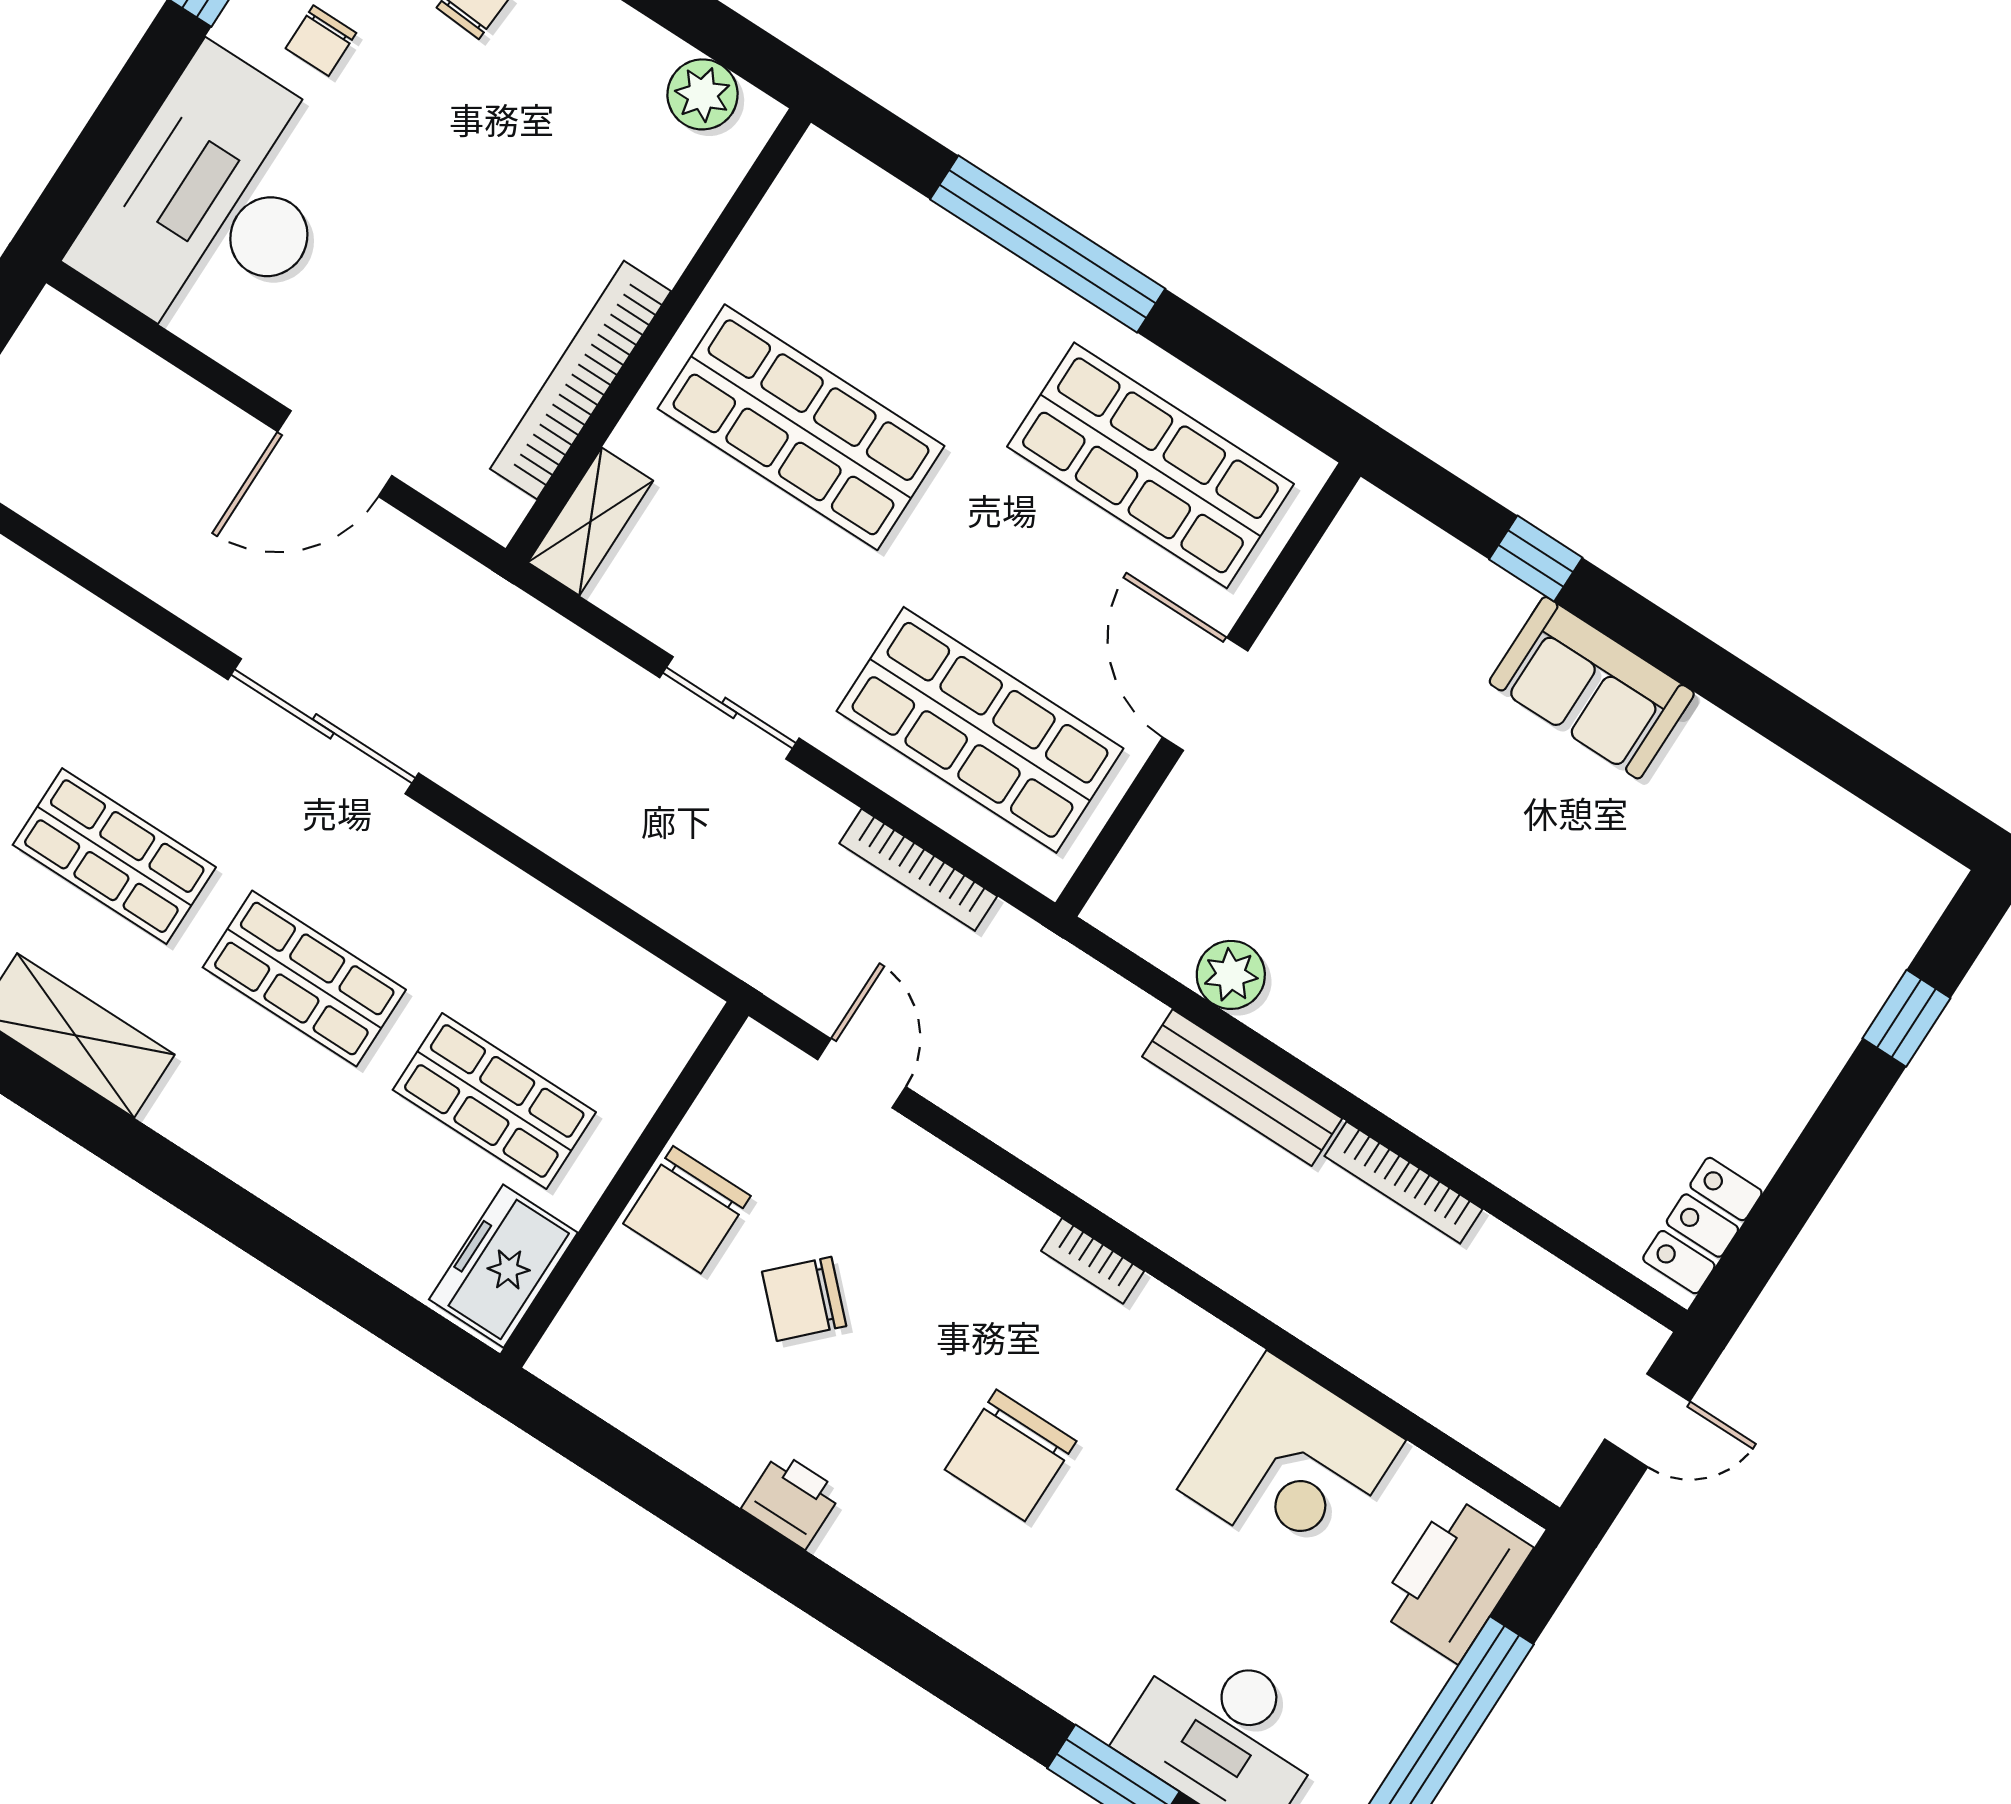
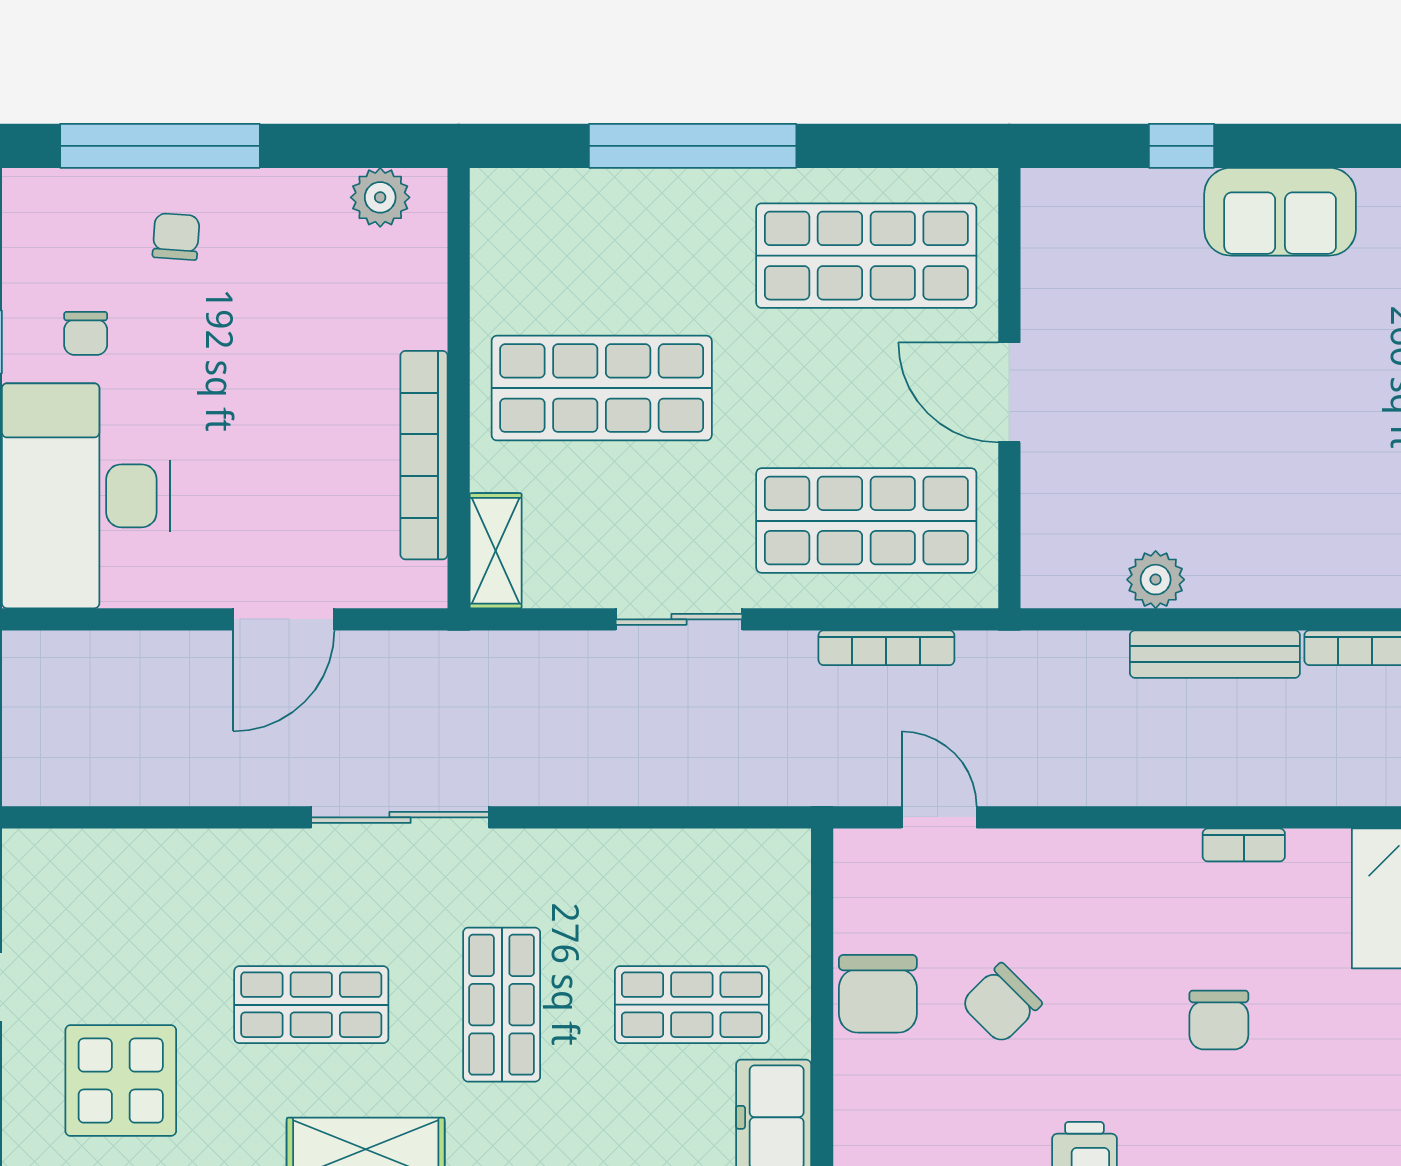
shop shelf: (304, 979) -> (502, 1005), turned 90
bookcase: (1093, 1261) -> (1244, 845), moved
chair: (1011, 1455) -> (1219, 1020), width x0.73, depth x0.73

